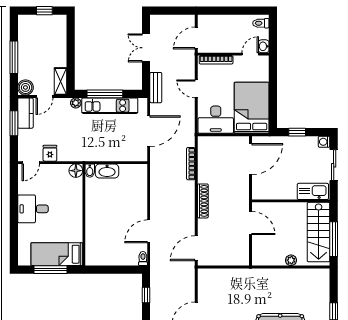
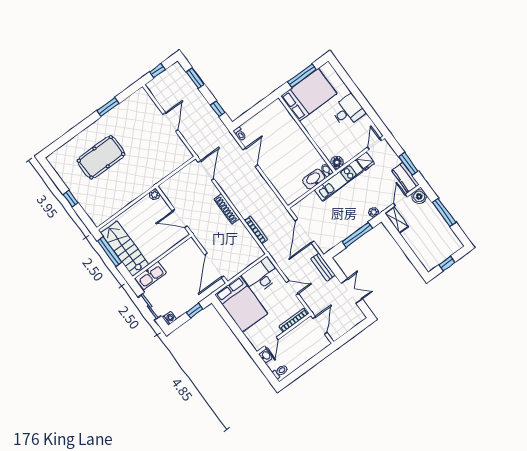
kitchen unit: (110, 106) -> (339, 180), moved, turned 180
bed: (57, 254) -> (309, 95), width x1.50
plant: (291, 260) -> (155, 195), moved

